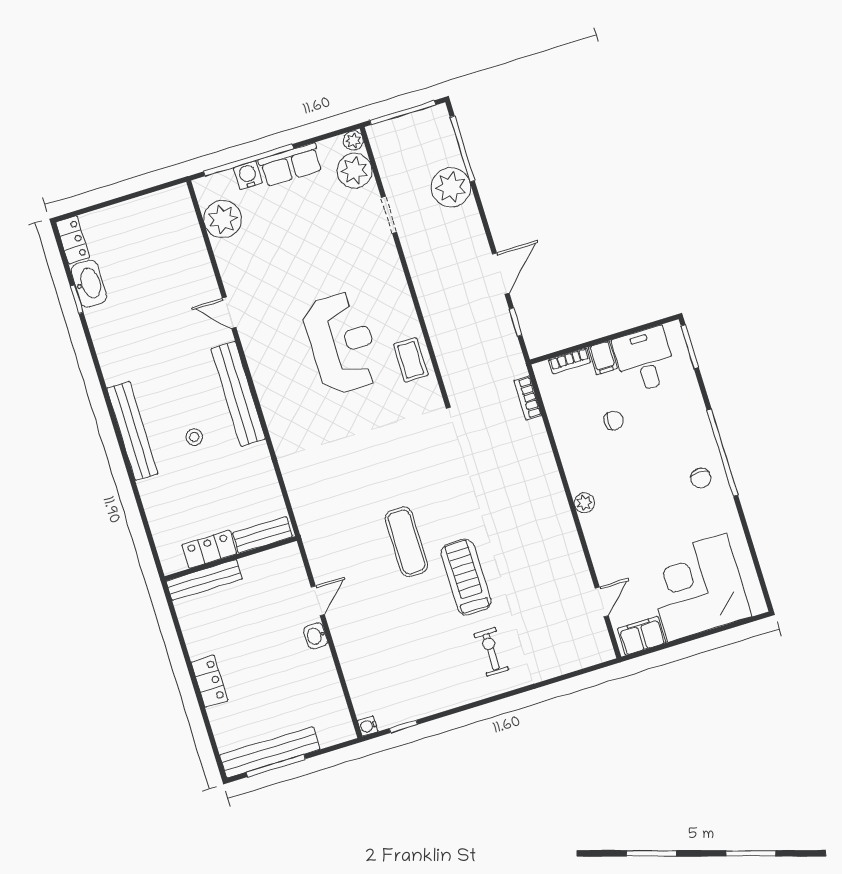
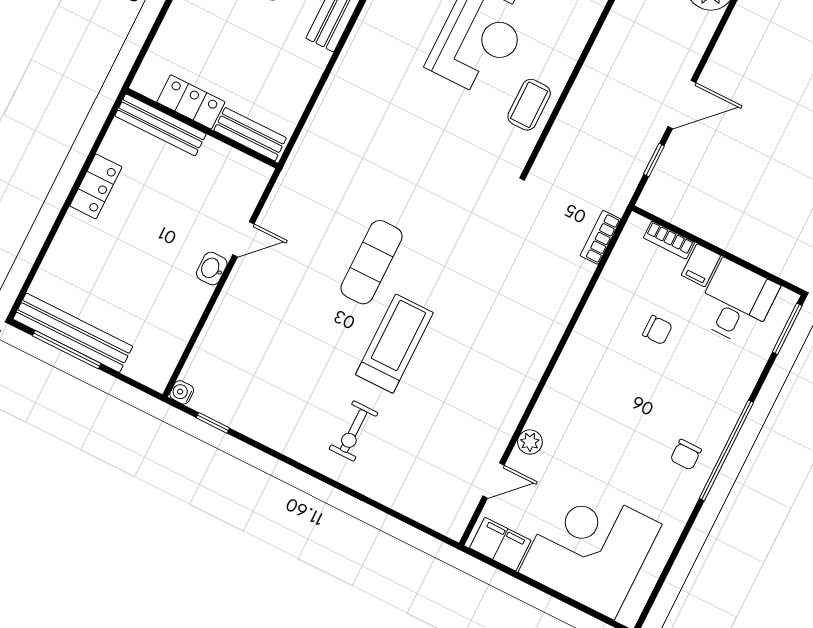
plant: (584, 503) -> (530, 442), moved
exercise bike: (491, 652) -> (354, 431), turned 180
locker: (210, 681) -> (96, 186), moved

